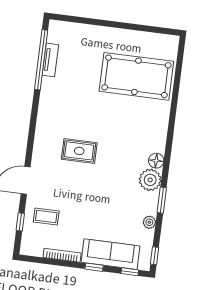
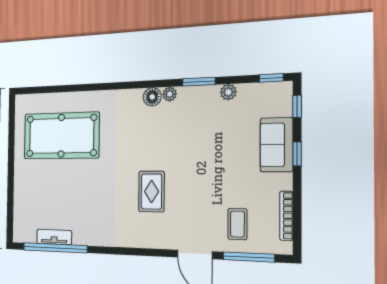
pool table: (136, 76) -> (61, 136), turned 90
plant: (150, 180) -> (170, 94), width x0.53, depth x0.53
window: (20, 222) -> (249, 257), width x2.17
sofa: (110, 254) -> (276, 145), width x0.73
bookcase: (62, 255) -> (286, 216), moved

